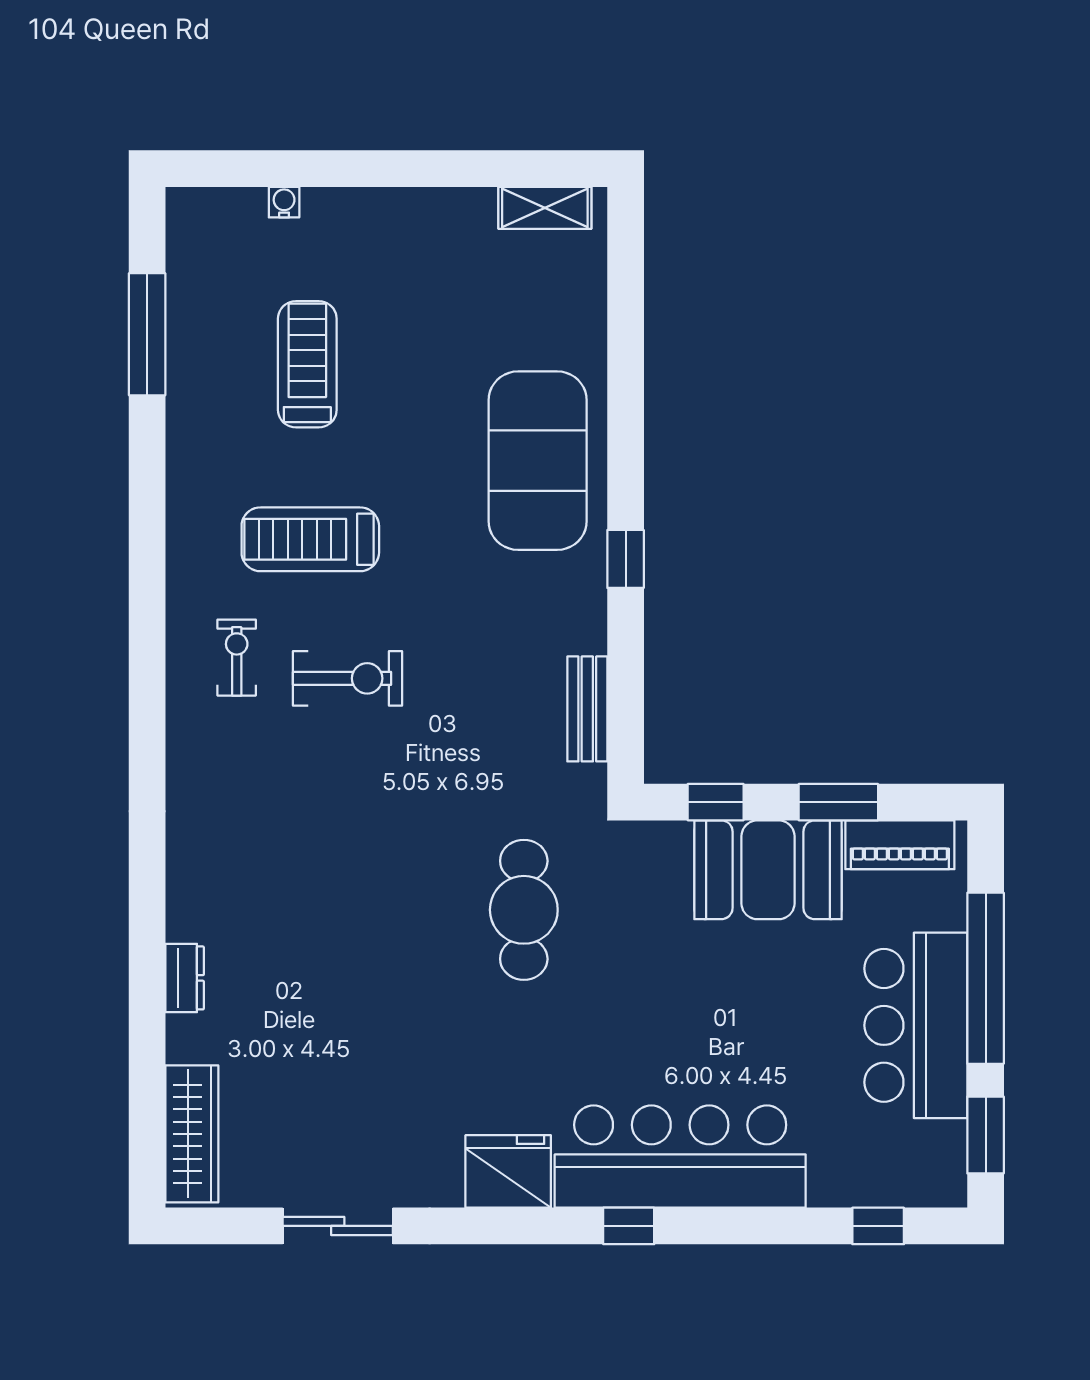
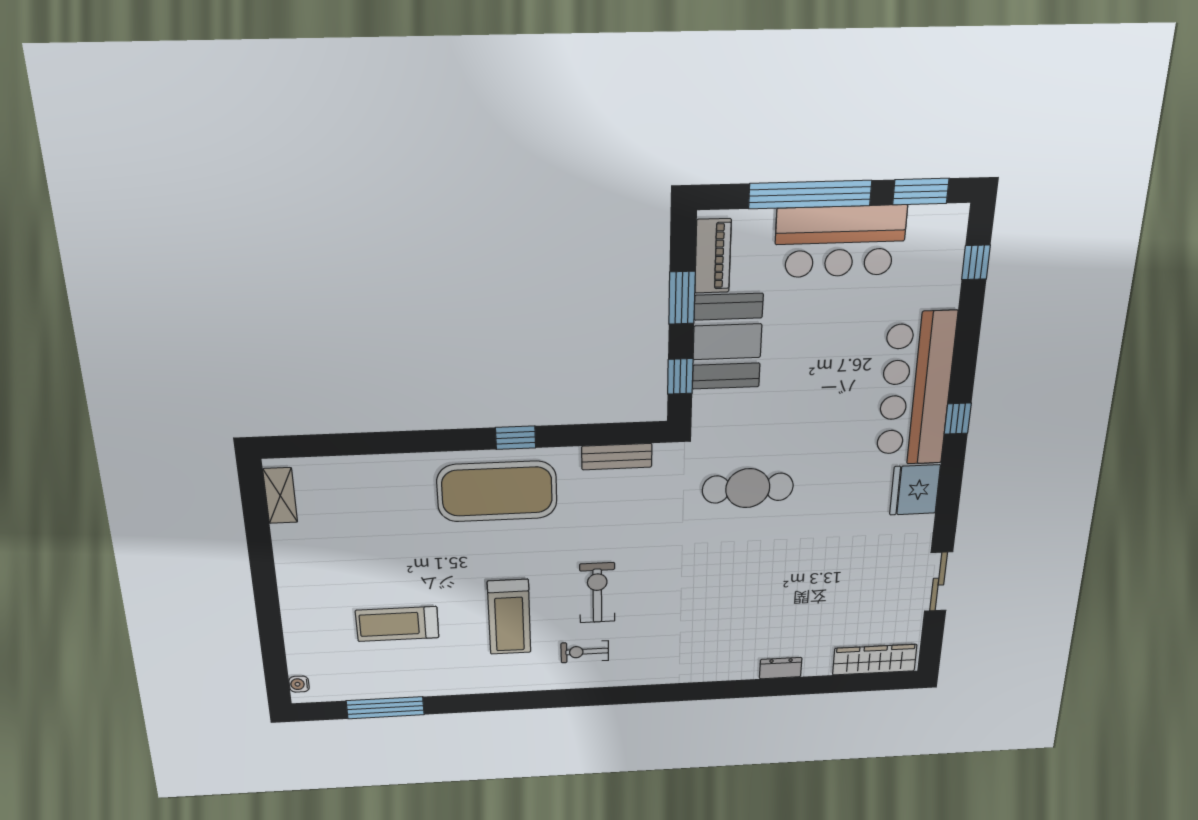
water cooler: (284, 202) -> (299, 684), moved
exercise mat: (538, 461) -> (497, 491), moved

